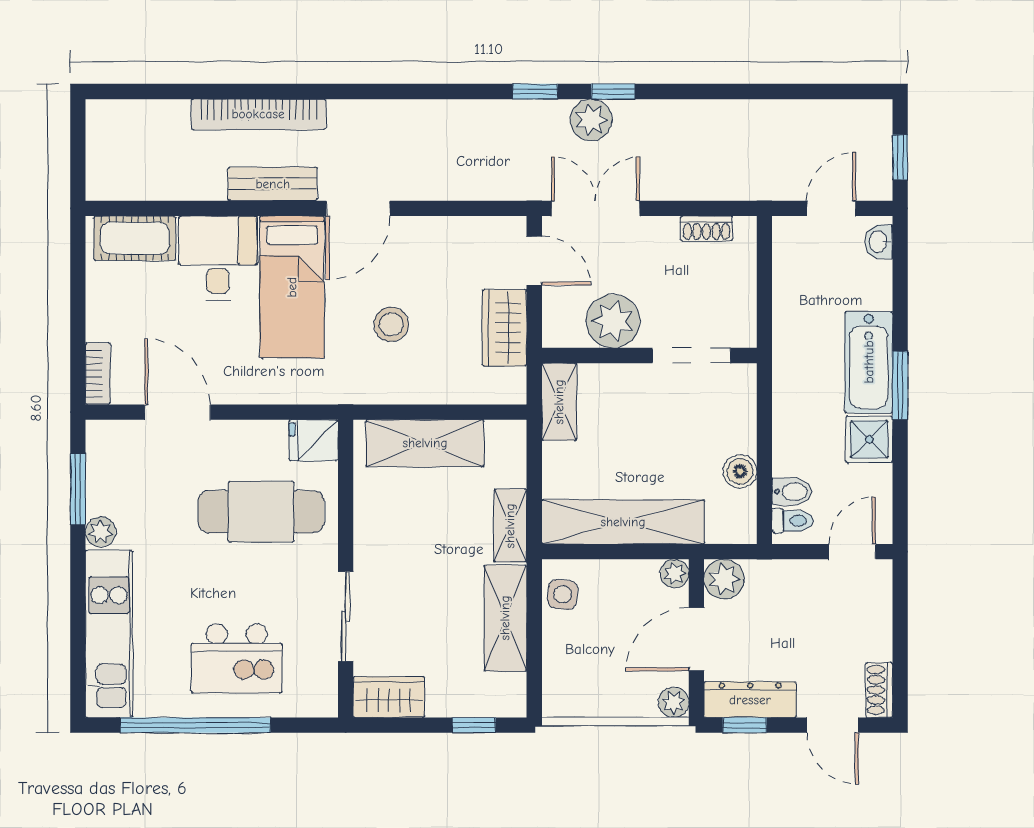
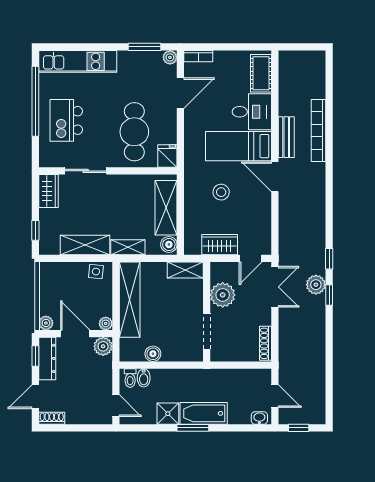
shoe rack: (706, 229) -> (266, 343), width x1.43
boiler: (504, 437) -> (169, 244), added
plant: (101, 532) -> (170, 57), moved

